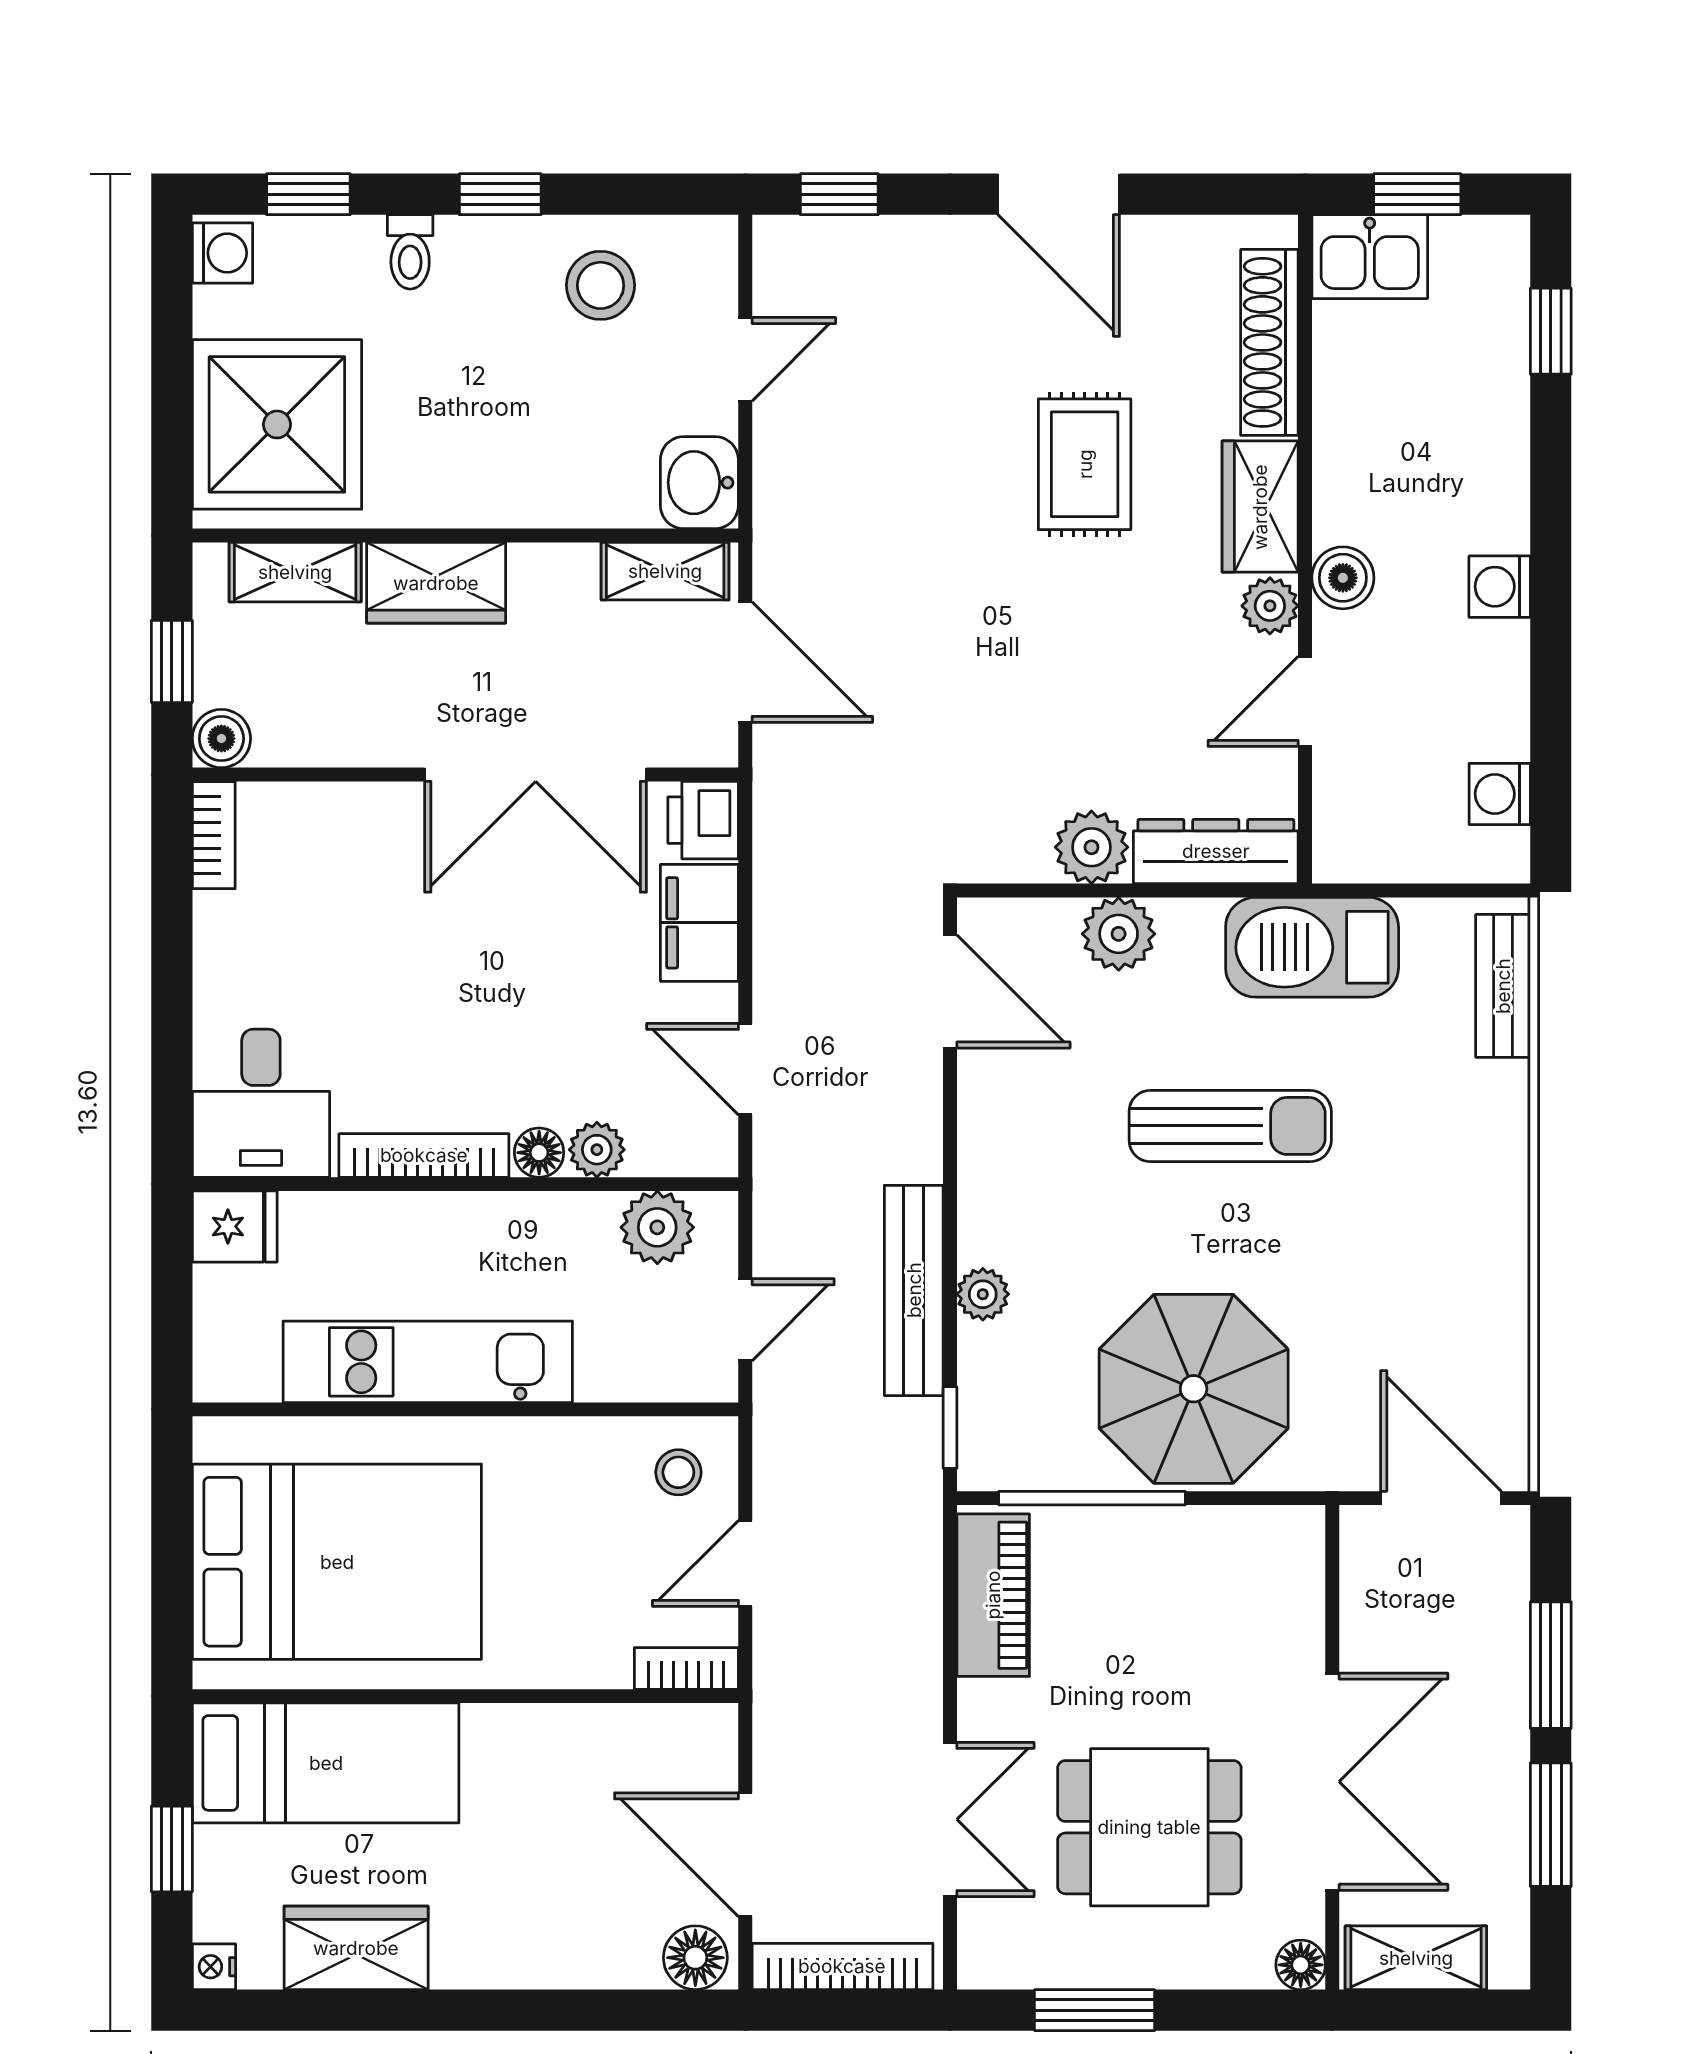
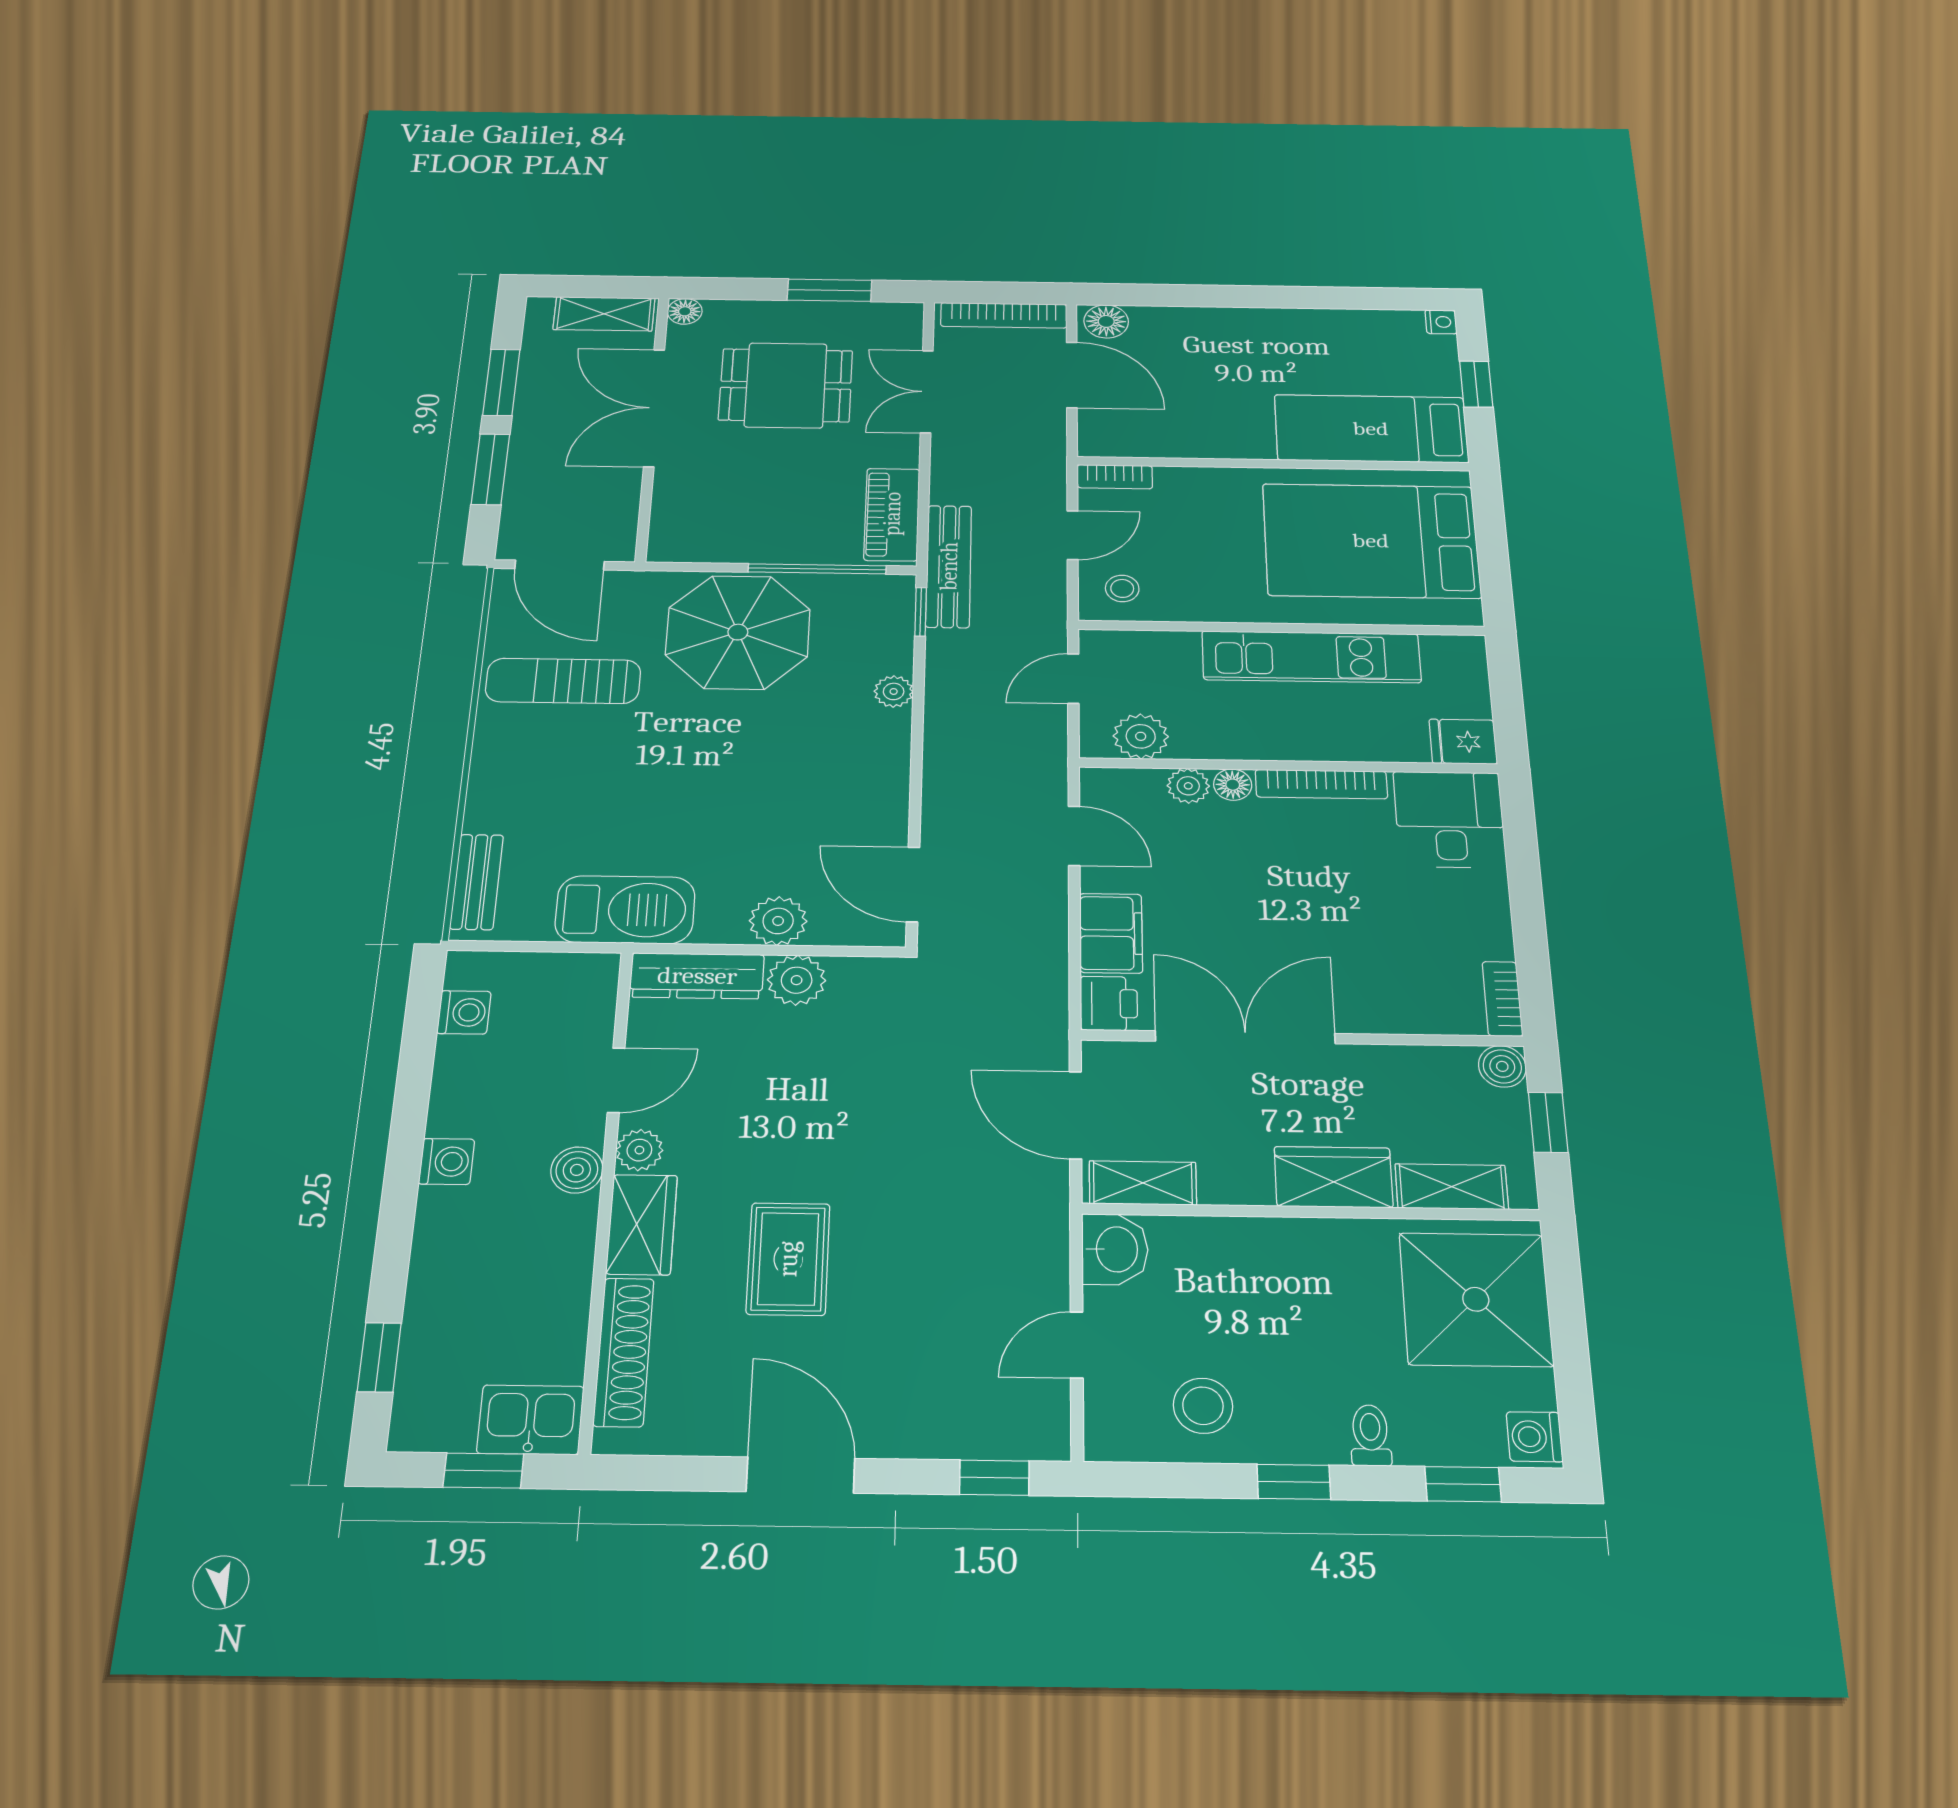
sun lounger: (1230, 1126) -> (563, 681), moved
bench: (914, 1290) -> (949, 566), moved
wardrobe: (356, 1948) -> (1343, 330), removed

